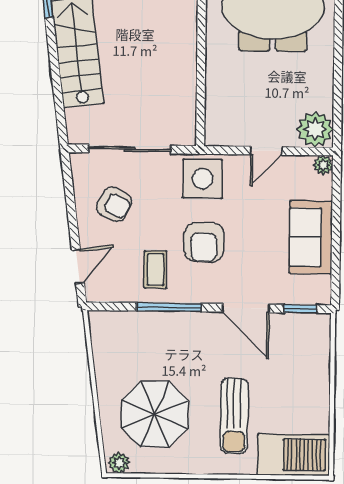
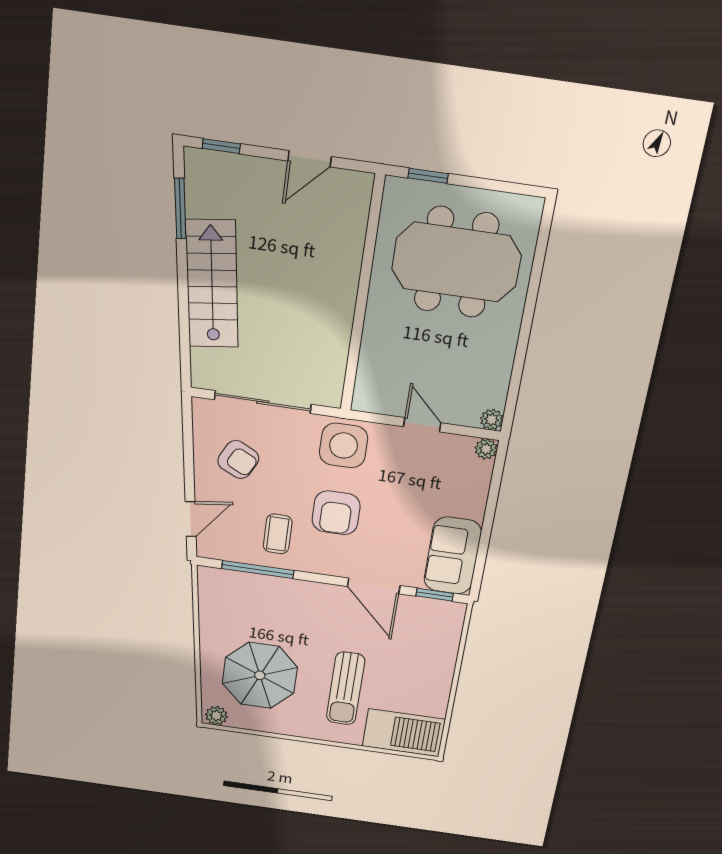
plant: (315, 129) -> (492, 420), width x0.53, depth x0.53
door: (266, 151) -> (422, 425), swing flipped
sofa: (311, 237) -> (453, 556), moved
window: (169, 307) -> (258, 570), moved

